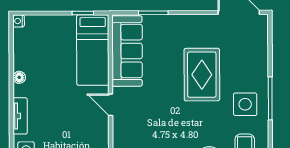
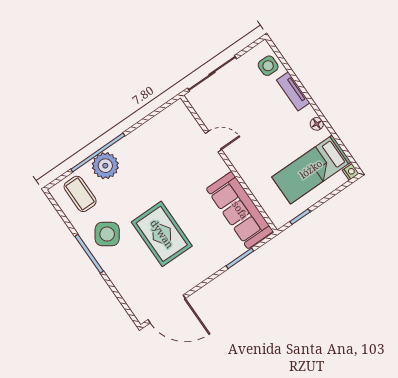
bed: (93, 50) -> (311, 169), moved, turned -90
side table: (245, 104) -> (107, 234), turned 35
door: (111, 105) -> (213, 141), moved

